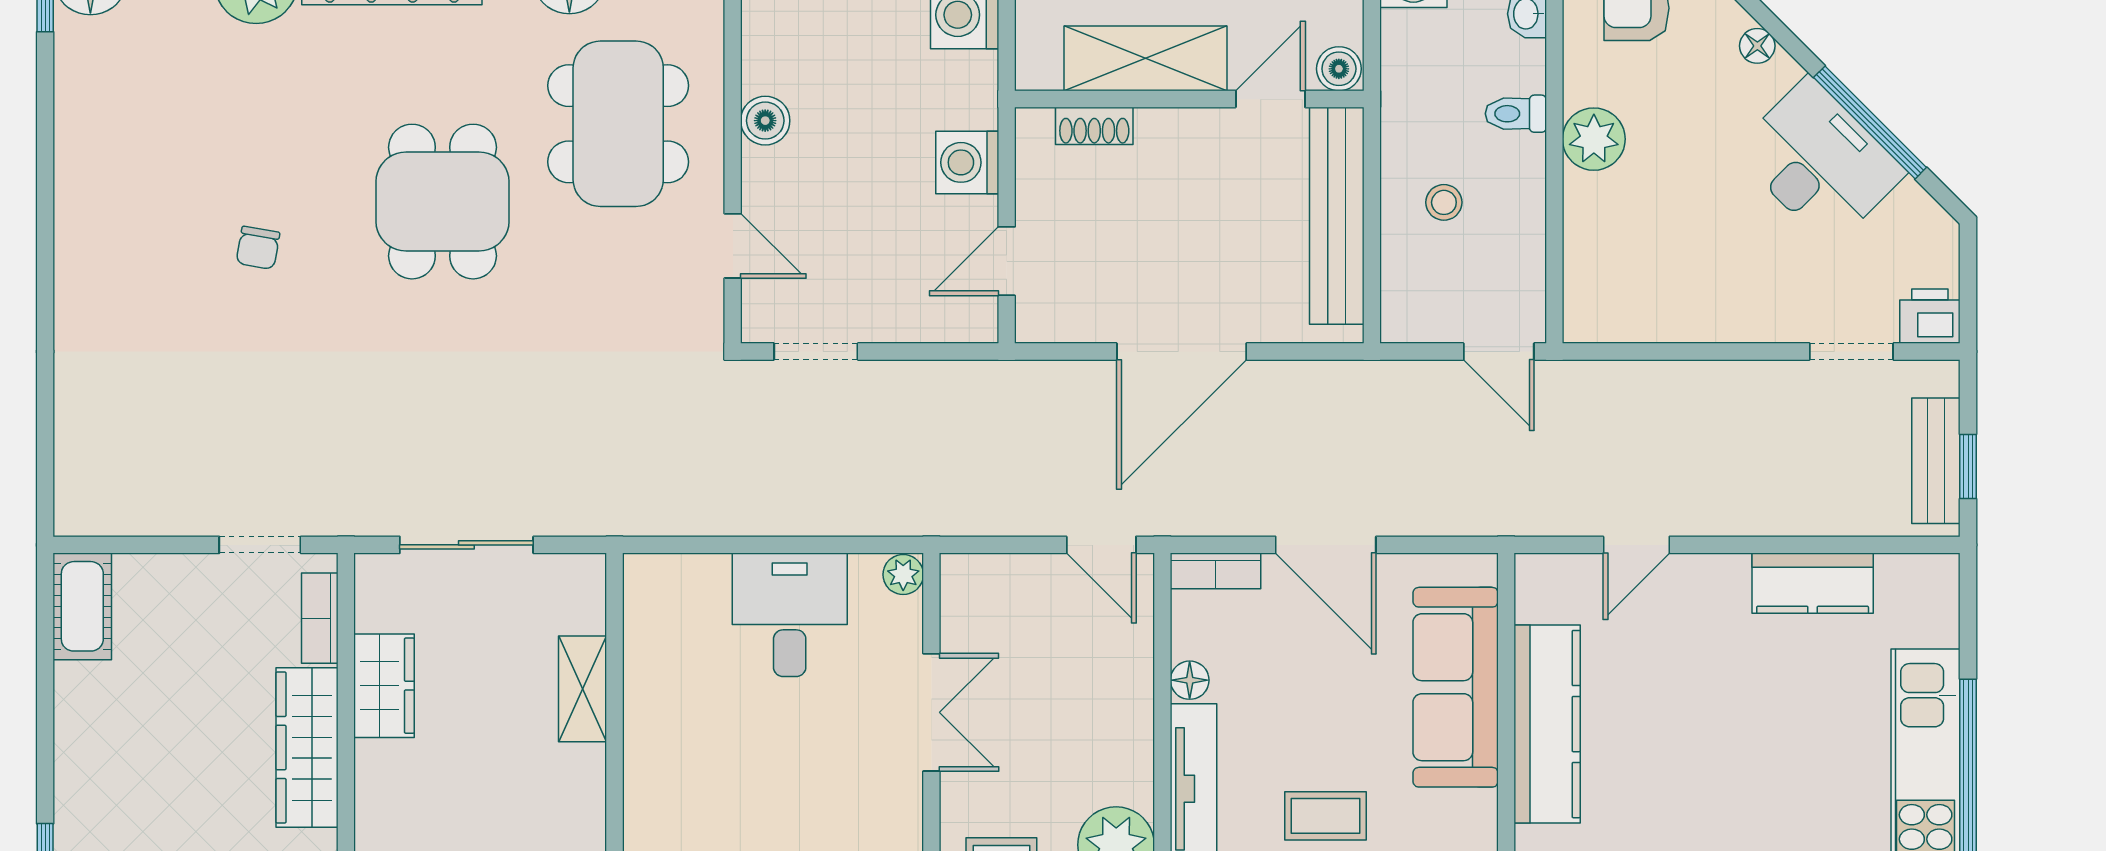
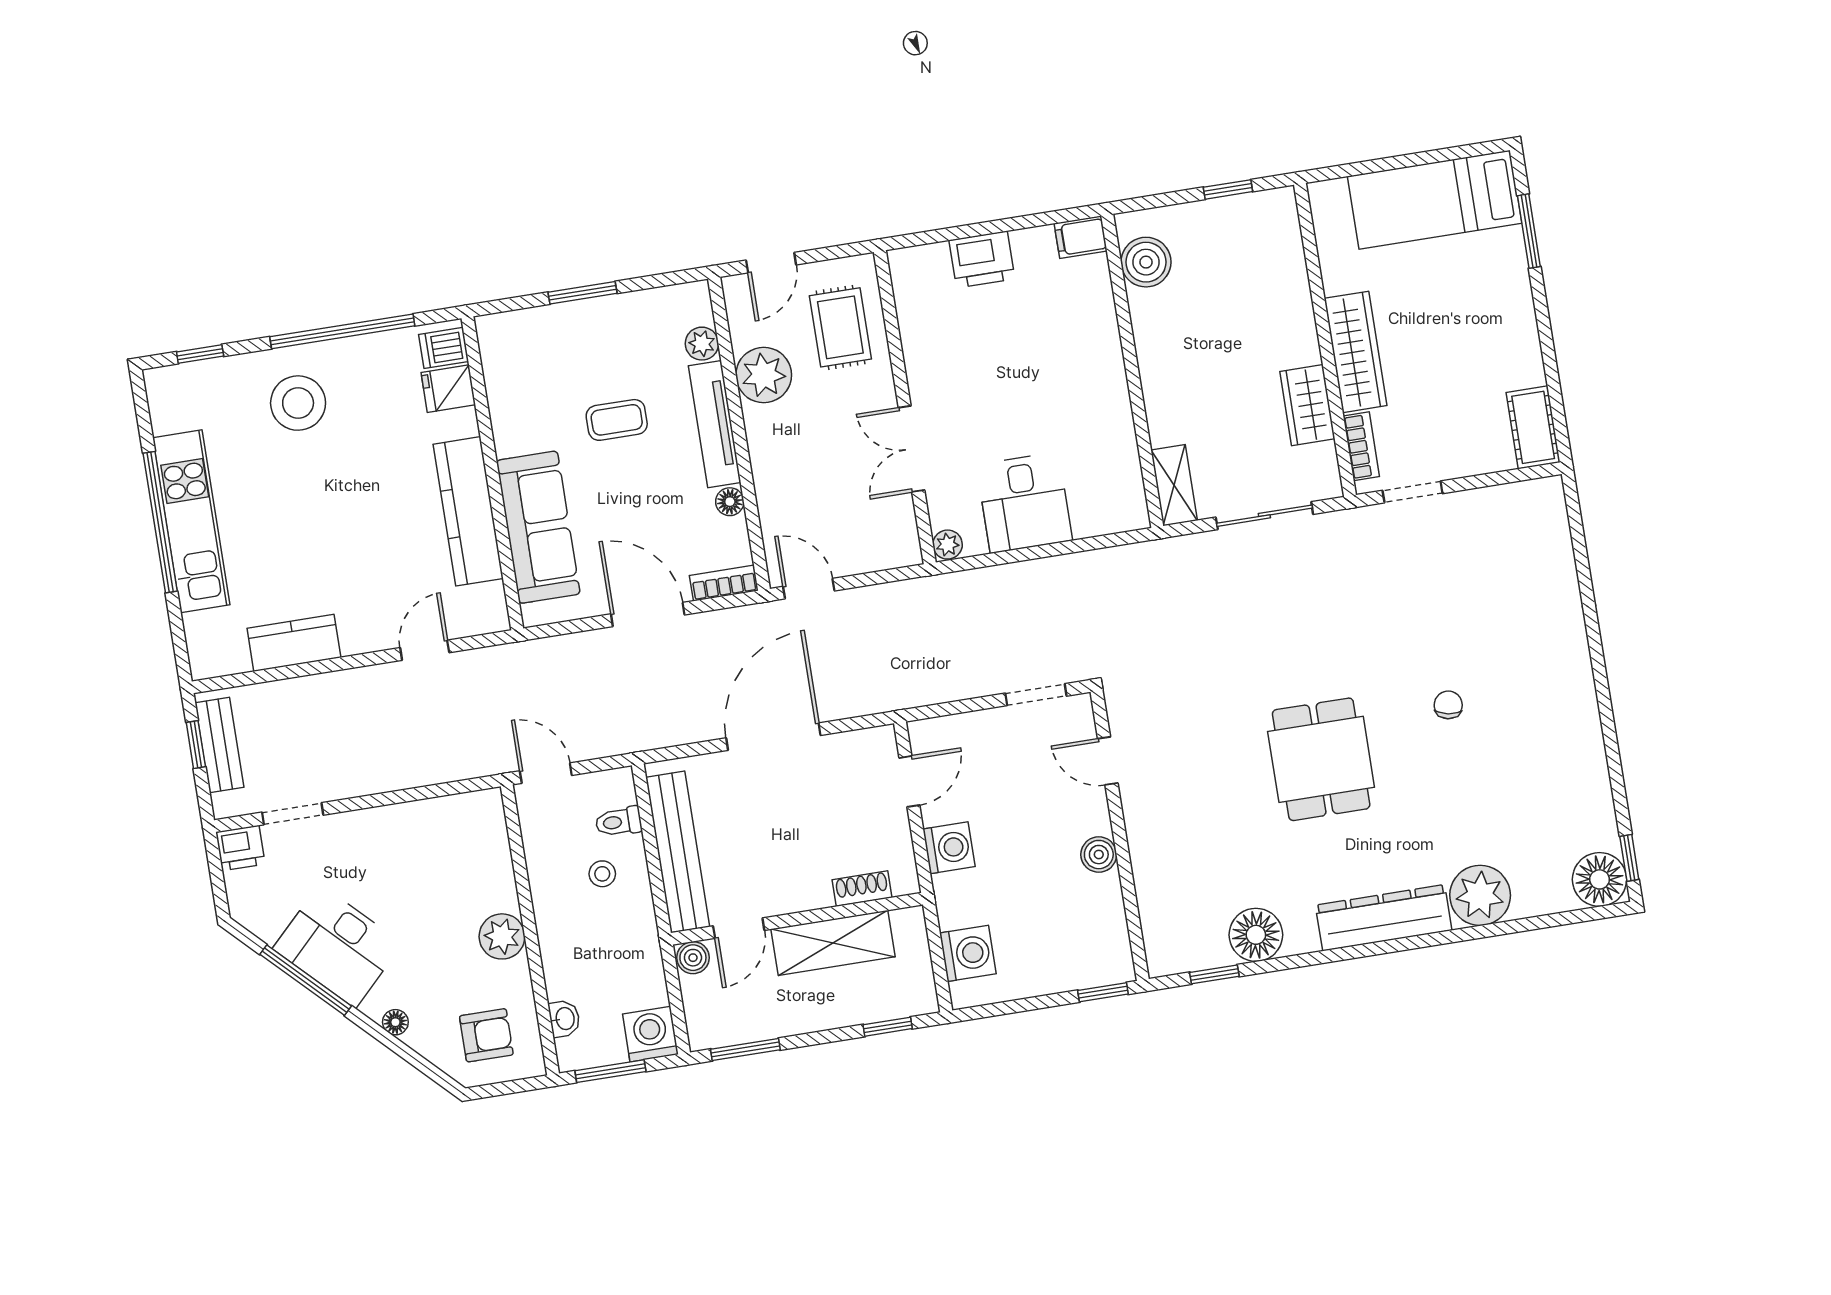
toilet: (1516, 114) -> (619, 822), moved, turned 180
dining table: (618, 124) -> (1204, 835), removed
shelving: (583, 689) -> (1174, 485), moved

